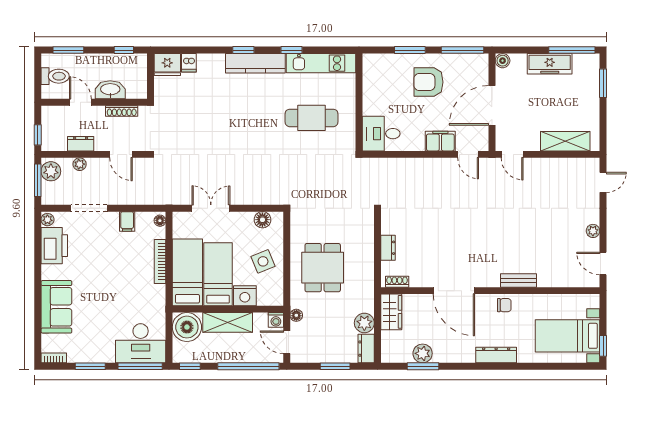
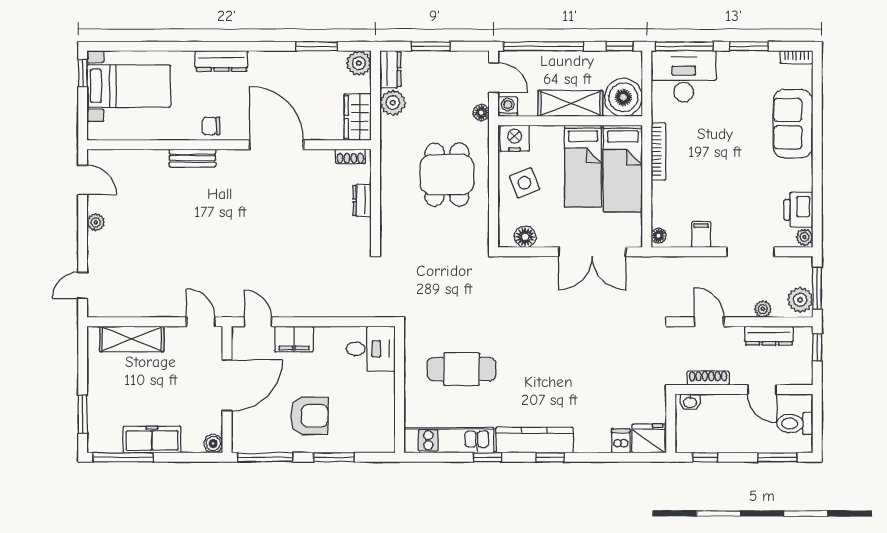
washbasin: (110, 90) -> (690, 402), moved, width x0.52, depth x0.69
dresser: (81, 144) -> (769, 336), width x1.44
double door: (211, 208) -> (592, 252), width x1.37
printer: (54, 246) -> (798, 210), width x0.73, depth x0.84
bookcase: (160, 261) -> (658, 152), moved
nightstand: (245, 296) -> (514, 138), moved
plant: (423, 353) -> (359, 63), moved

